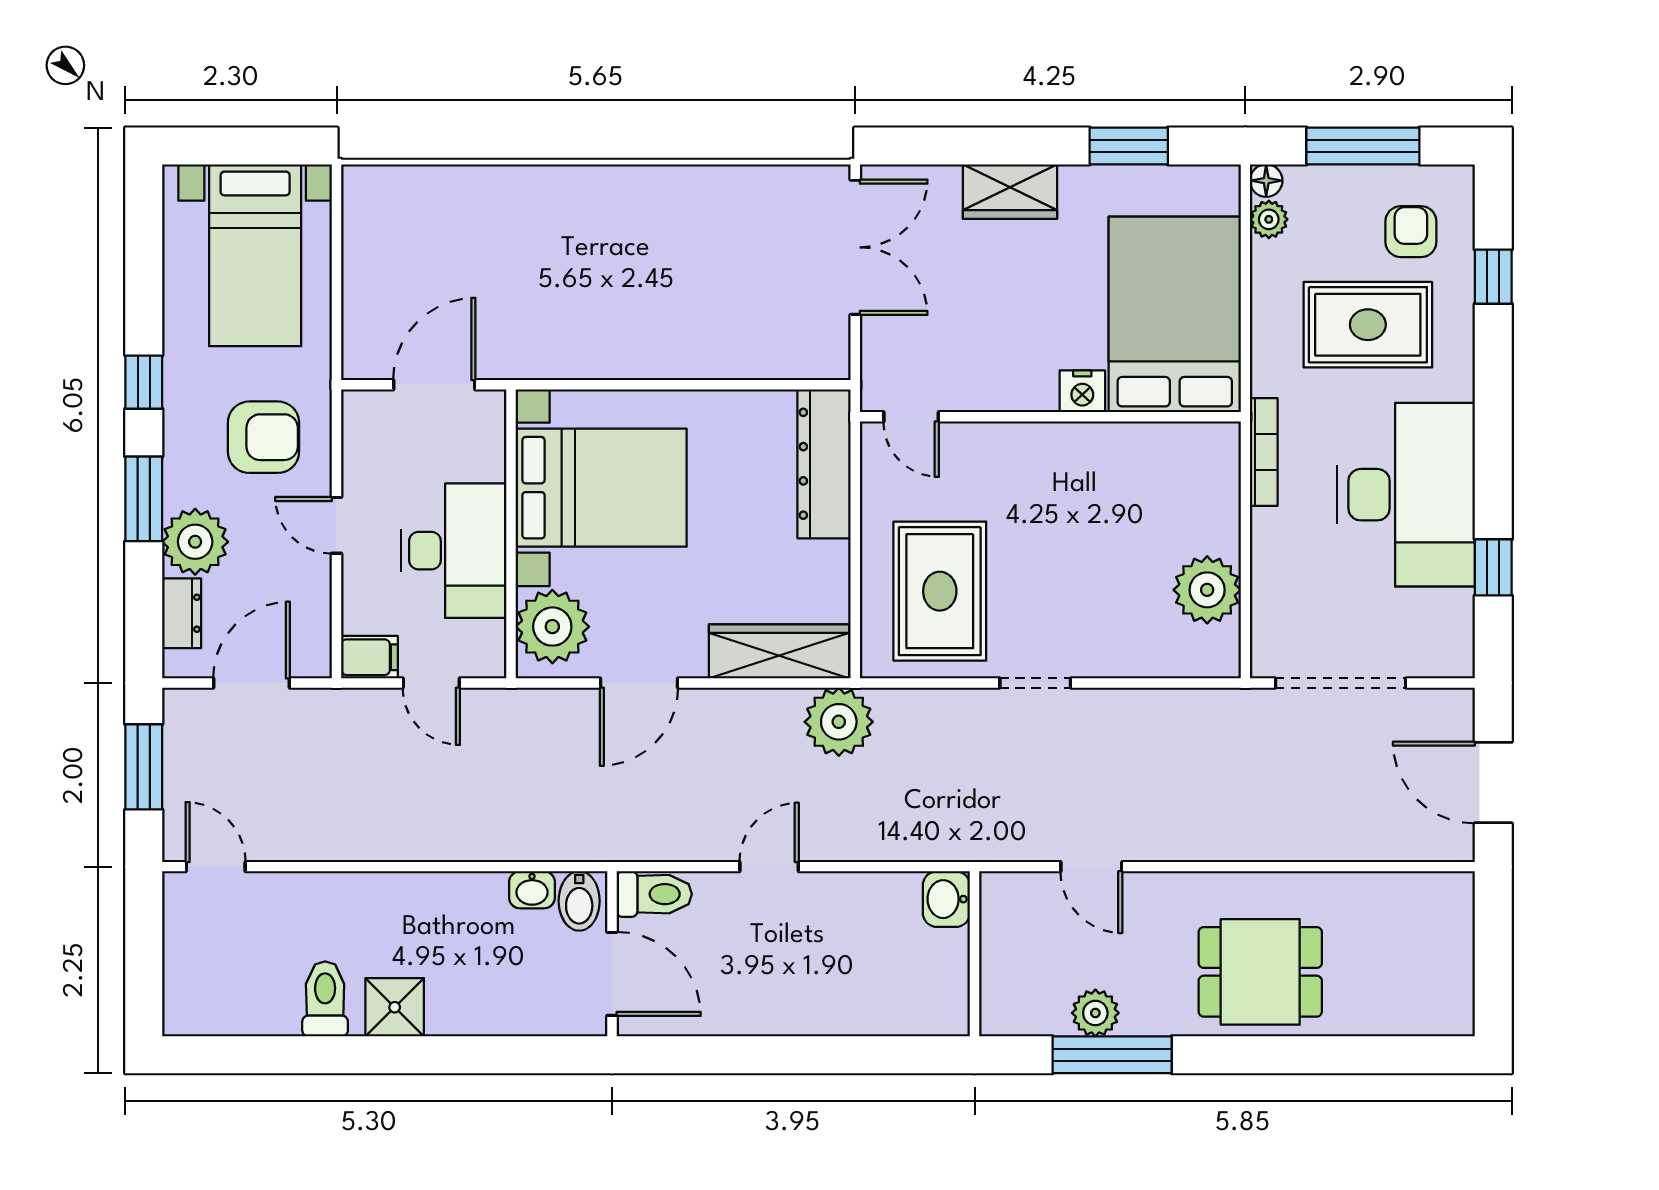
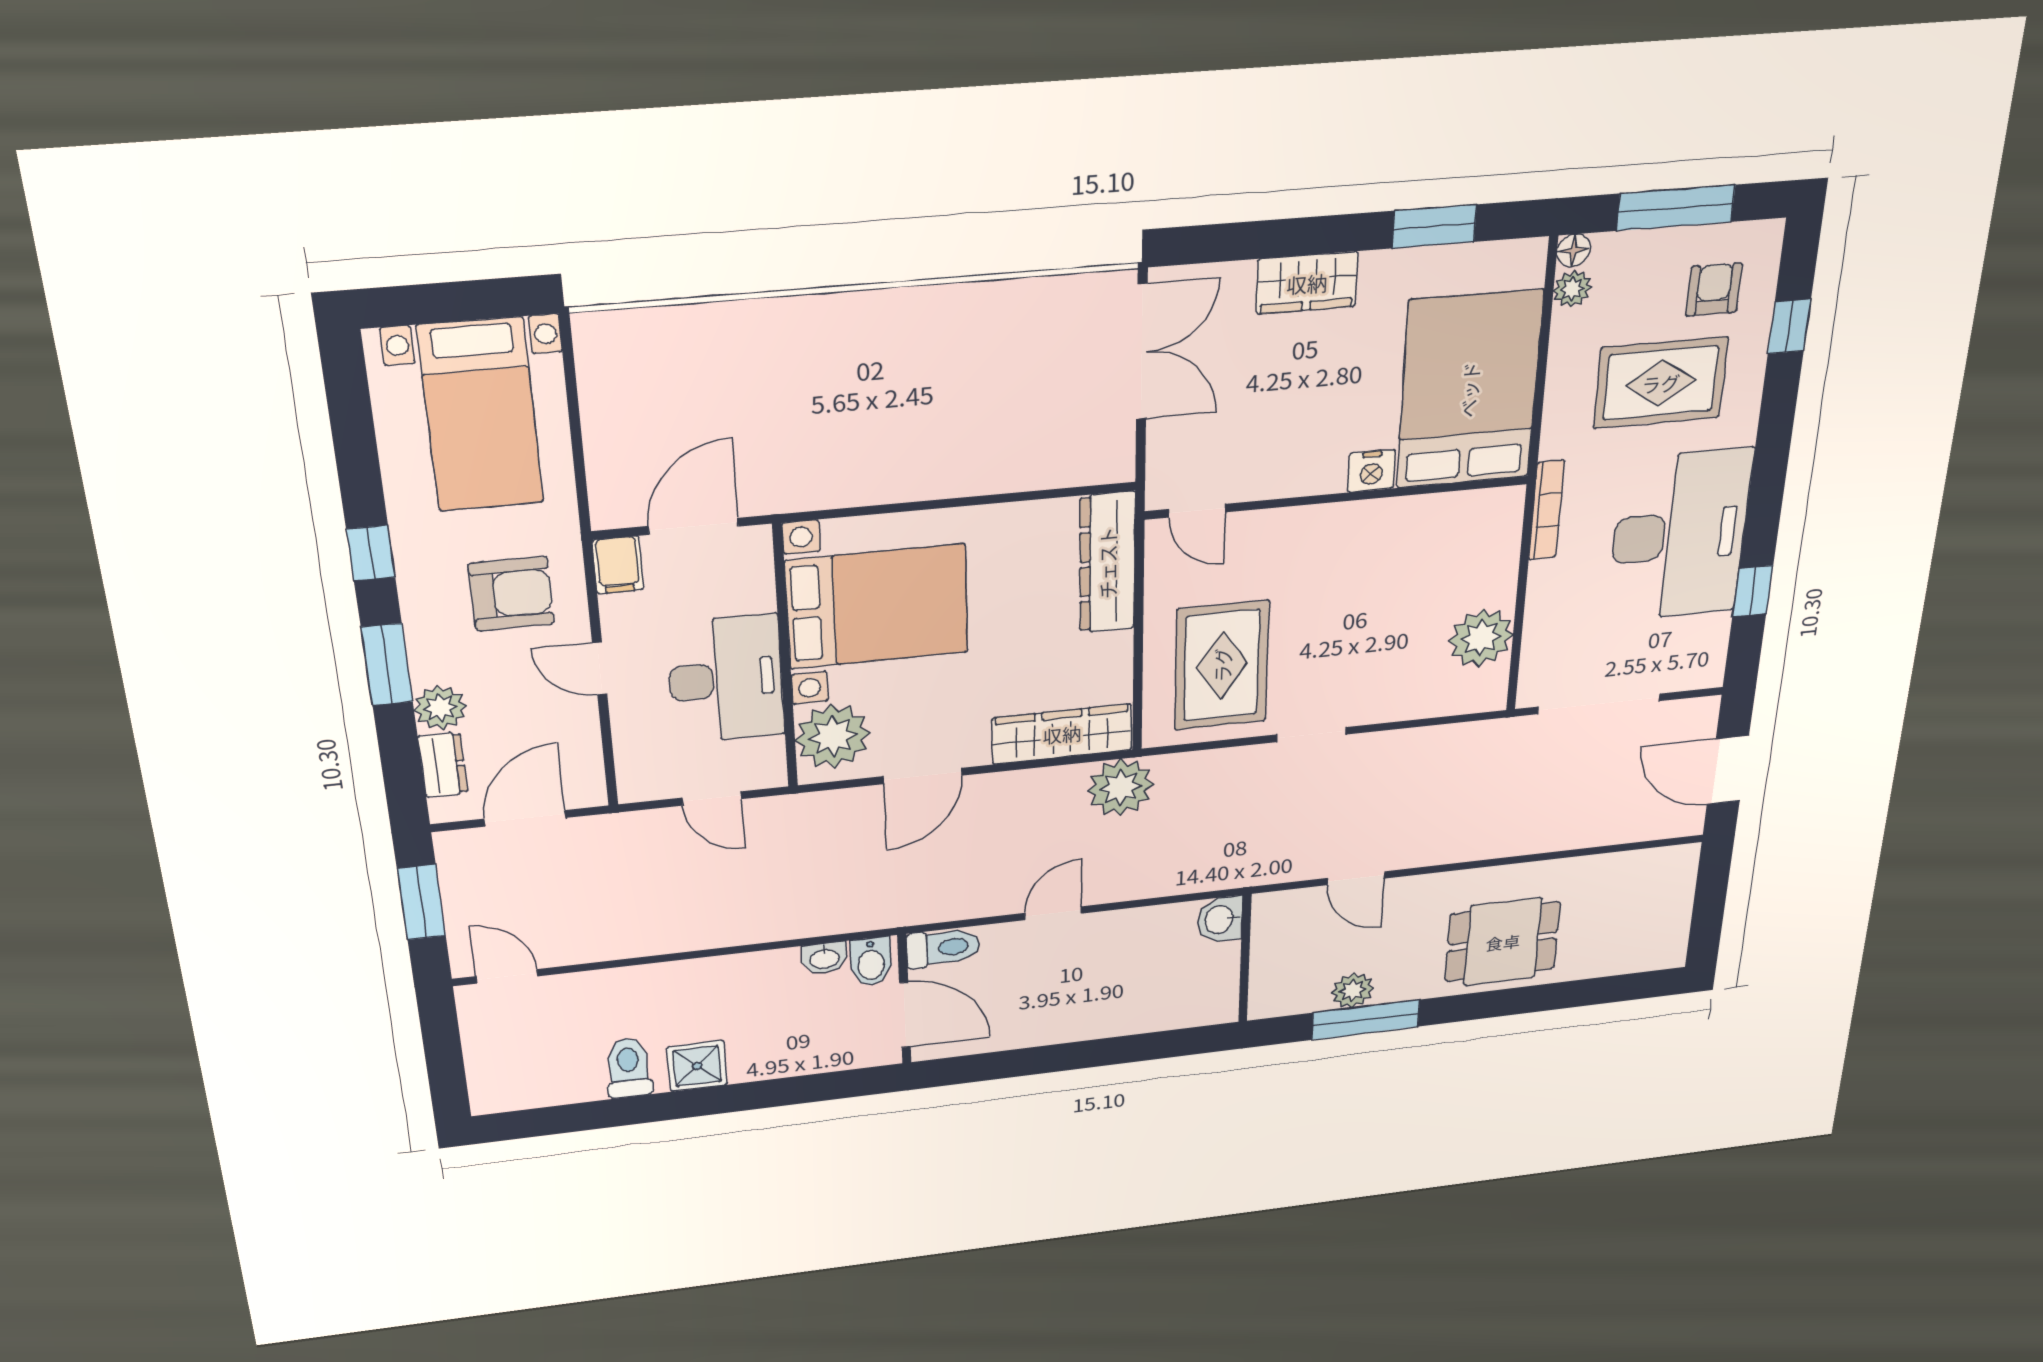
plant: (195, 542) -> (440, 708), width x0.73, depth x0.73
filing cabinet: (369, 657) -> (618, 565), moved, turned 90

